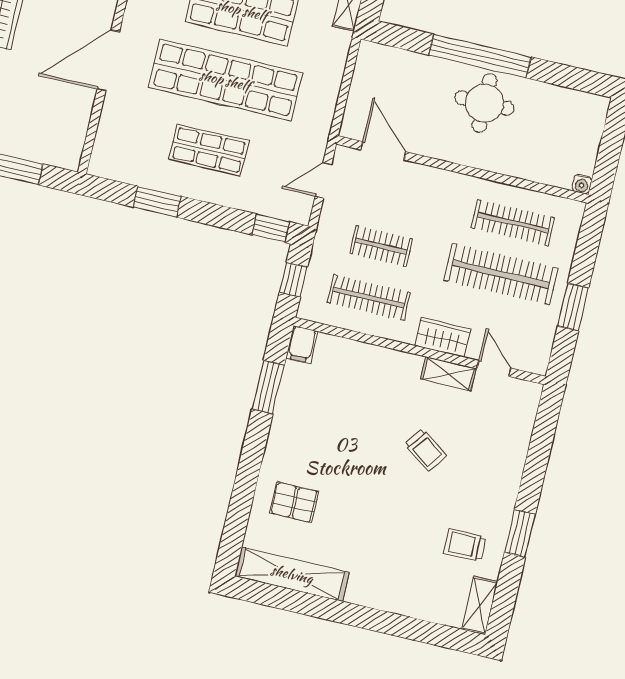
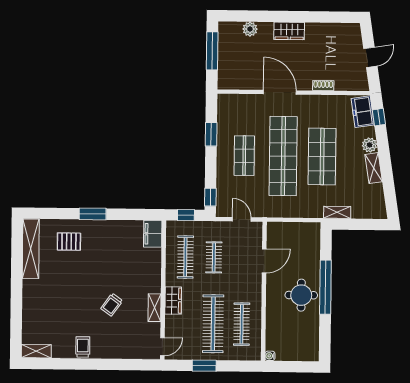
door: (383, 151) -> (264, 261), moved
filing cabinet: (302, 344) -> (153, 234), width x2.00
door: (494, 368) -> (162, 347), moved
window: (268, 387) -> (93, 214), moved
pallet: (294, 502) -> (69, 242), turned 90
window: (520, 534) -> (79, 364), removed
trolley: (465, 545) -> (83, 347), moved

